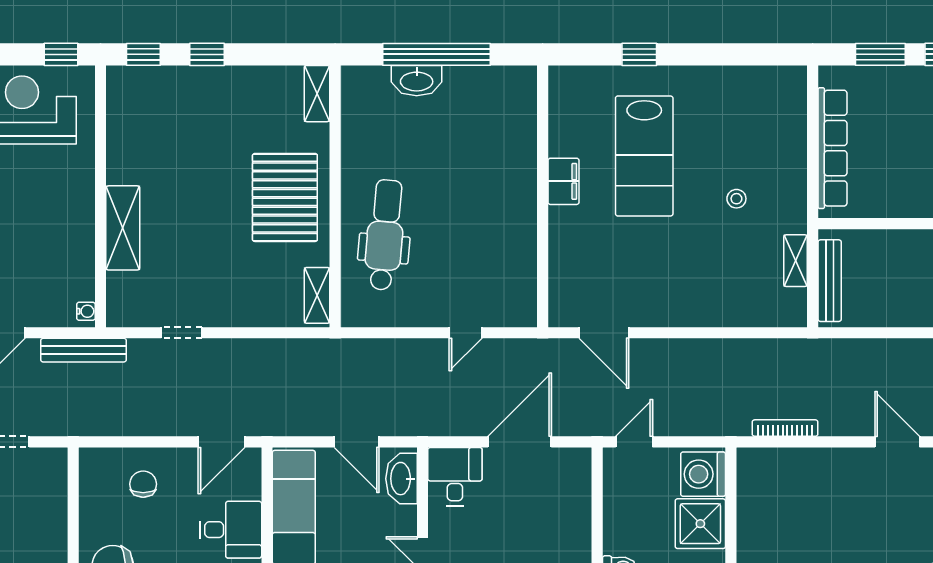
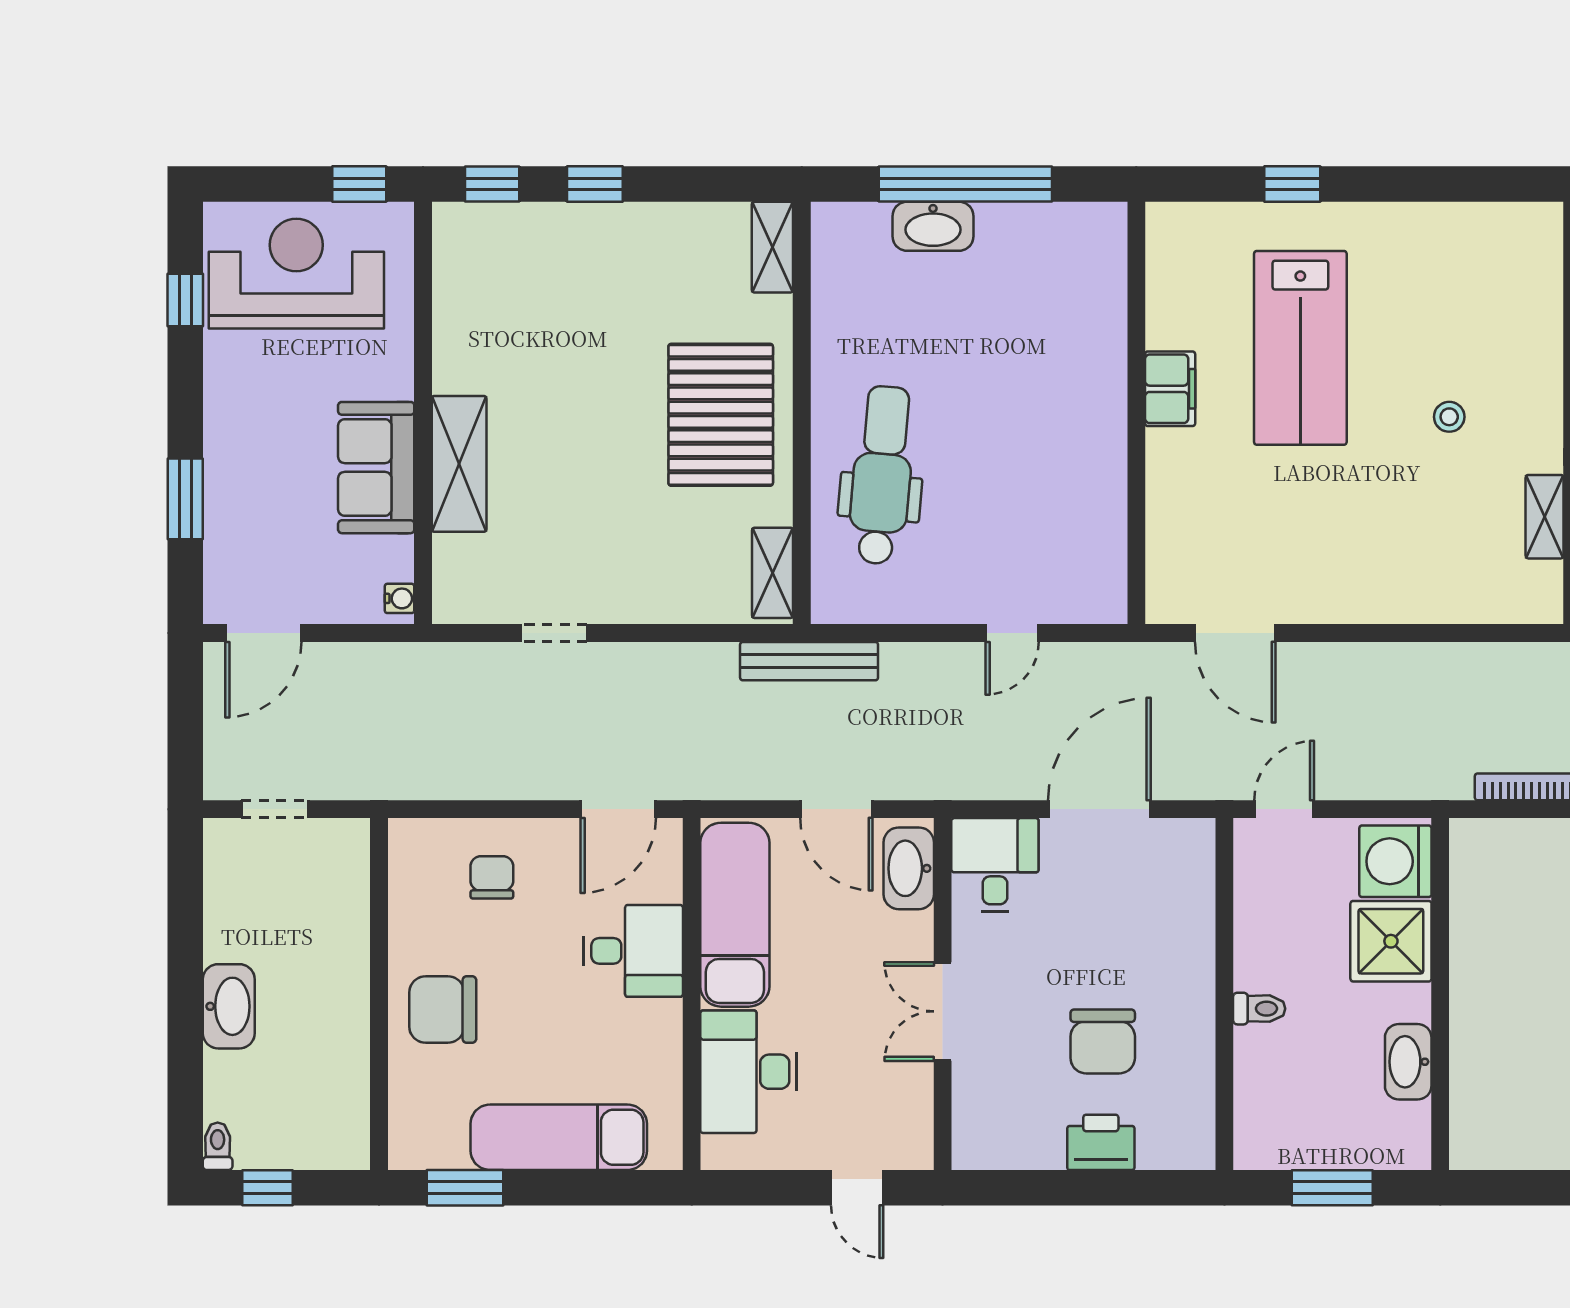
sofa: (72, 230) -> (376, 468), added
bench: (84, 350) -> (809, 661), moved

